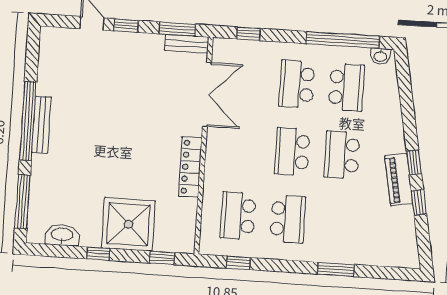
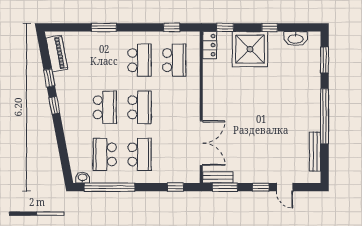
double door: (207, 94) -> (201, 143), swing flipped
bench: (41, 125) -> (315, 152), moved
locker: (190, 167) -> (210, 45), moved, width x0.66
piano: (399, 180) -> (57, 54), moved
window: (23, 202) -> (325, 60), width x0.69
school desk: (288, 219) -> (140, 60), turned 180

